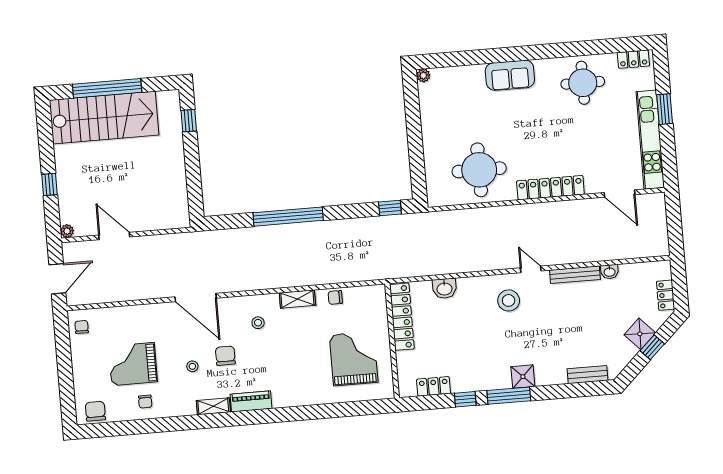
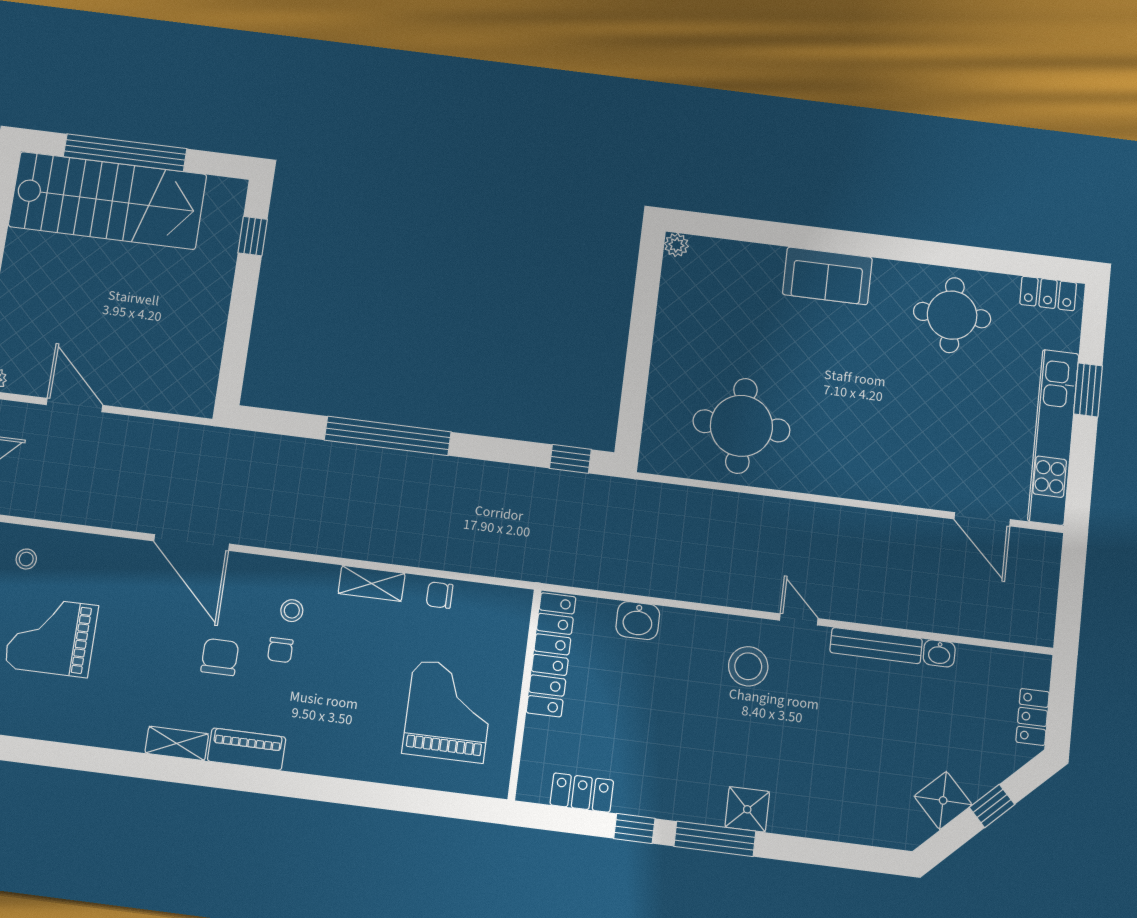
locker: (550, 188) -> (861, 483), removed
shower: (640, 334) -> (943, 800), moved
stool: (192, 366) -> (26, 559), moved
bench: (588, 375) -> (865, 831), removed
chair: (145, 402) -> (280, 650), moved

